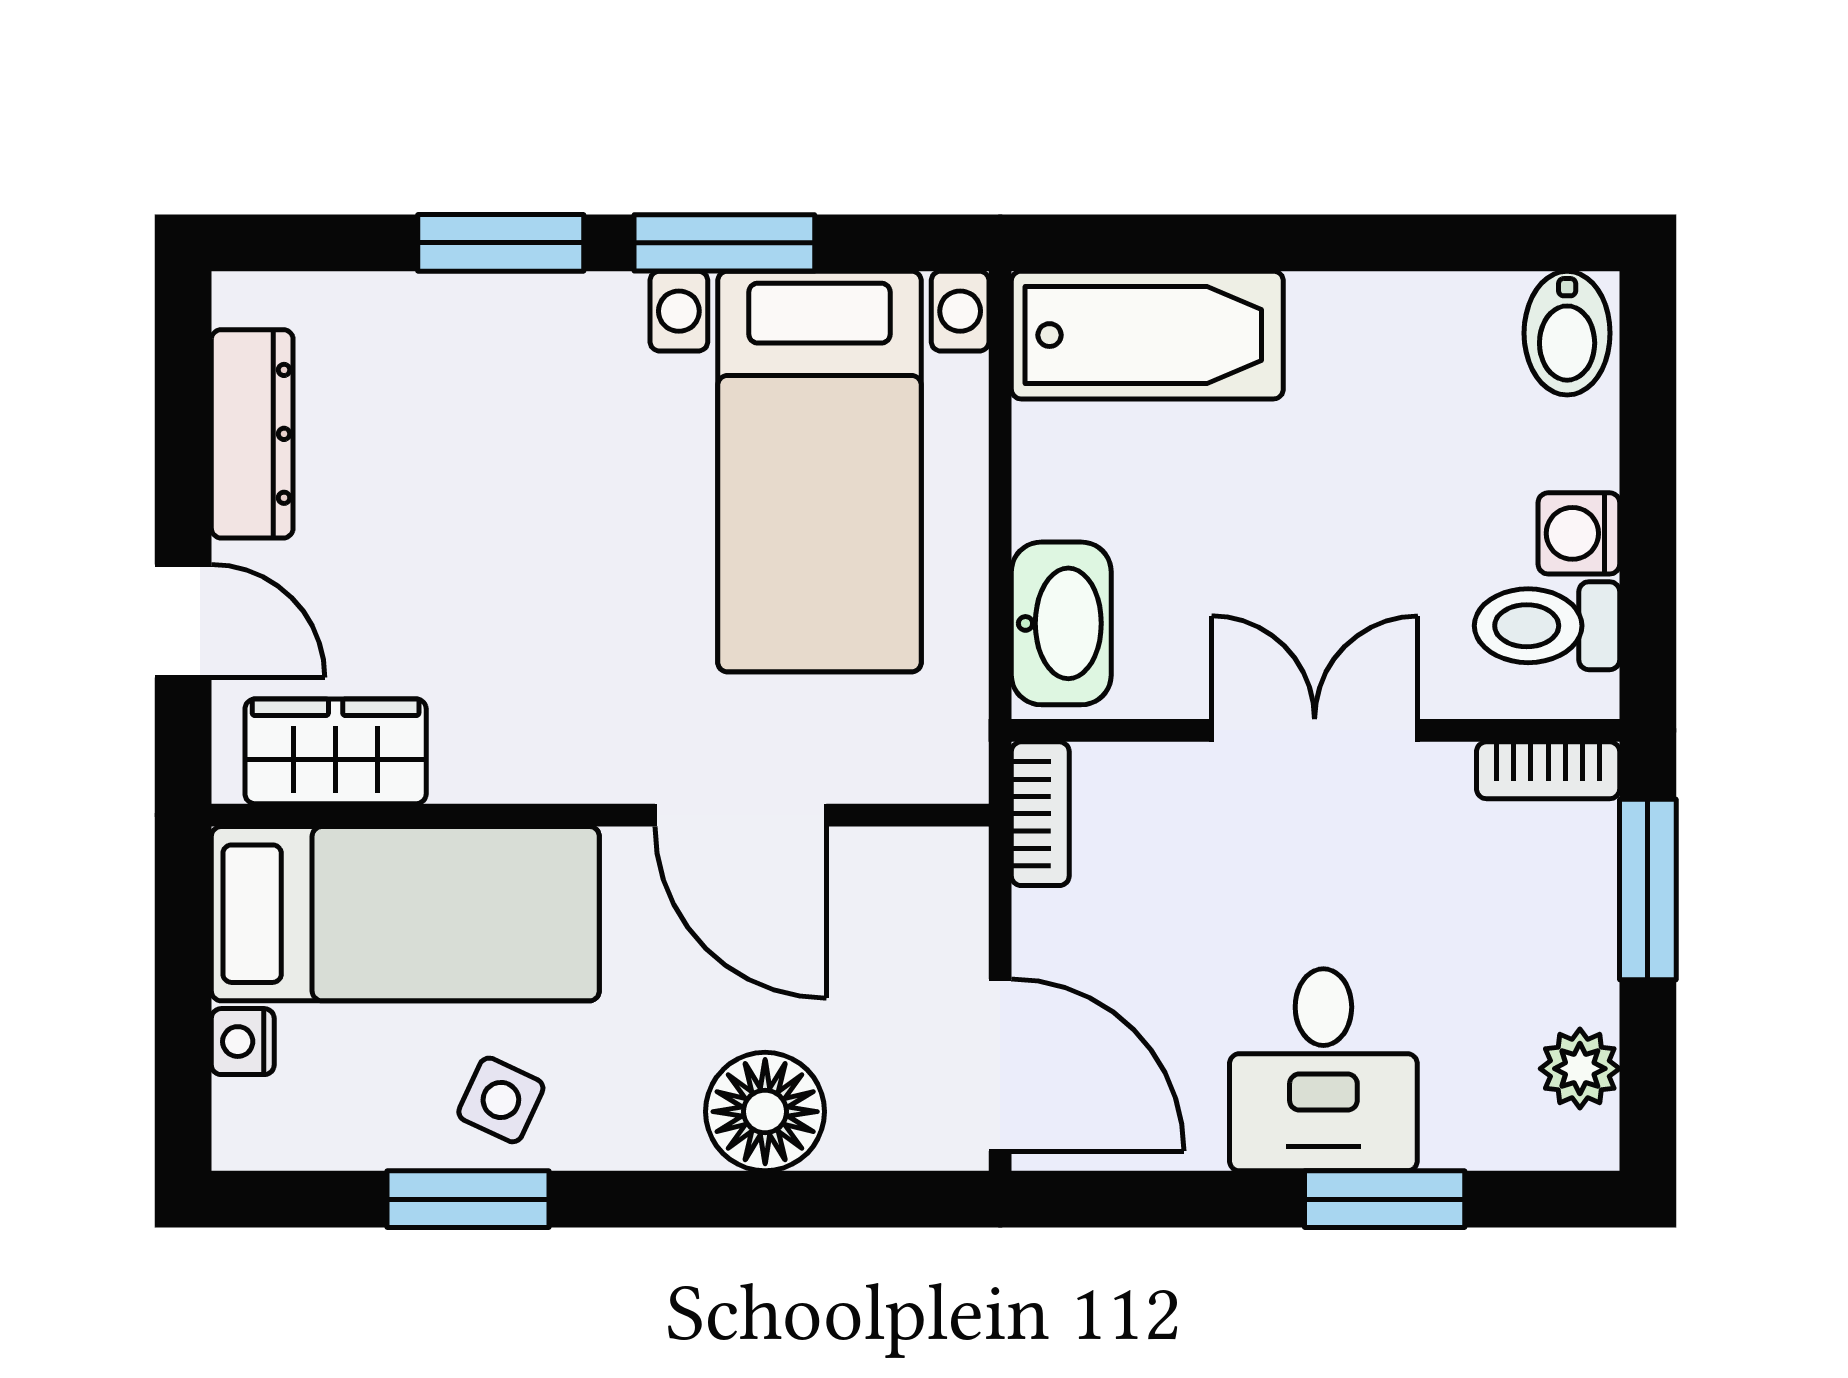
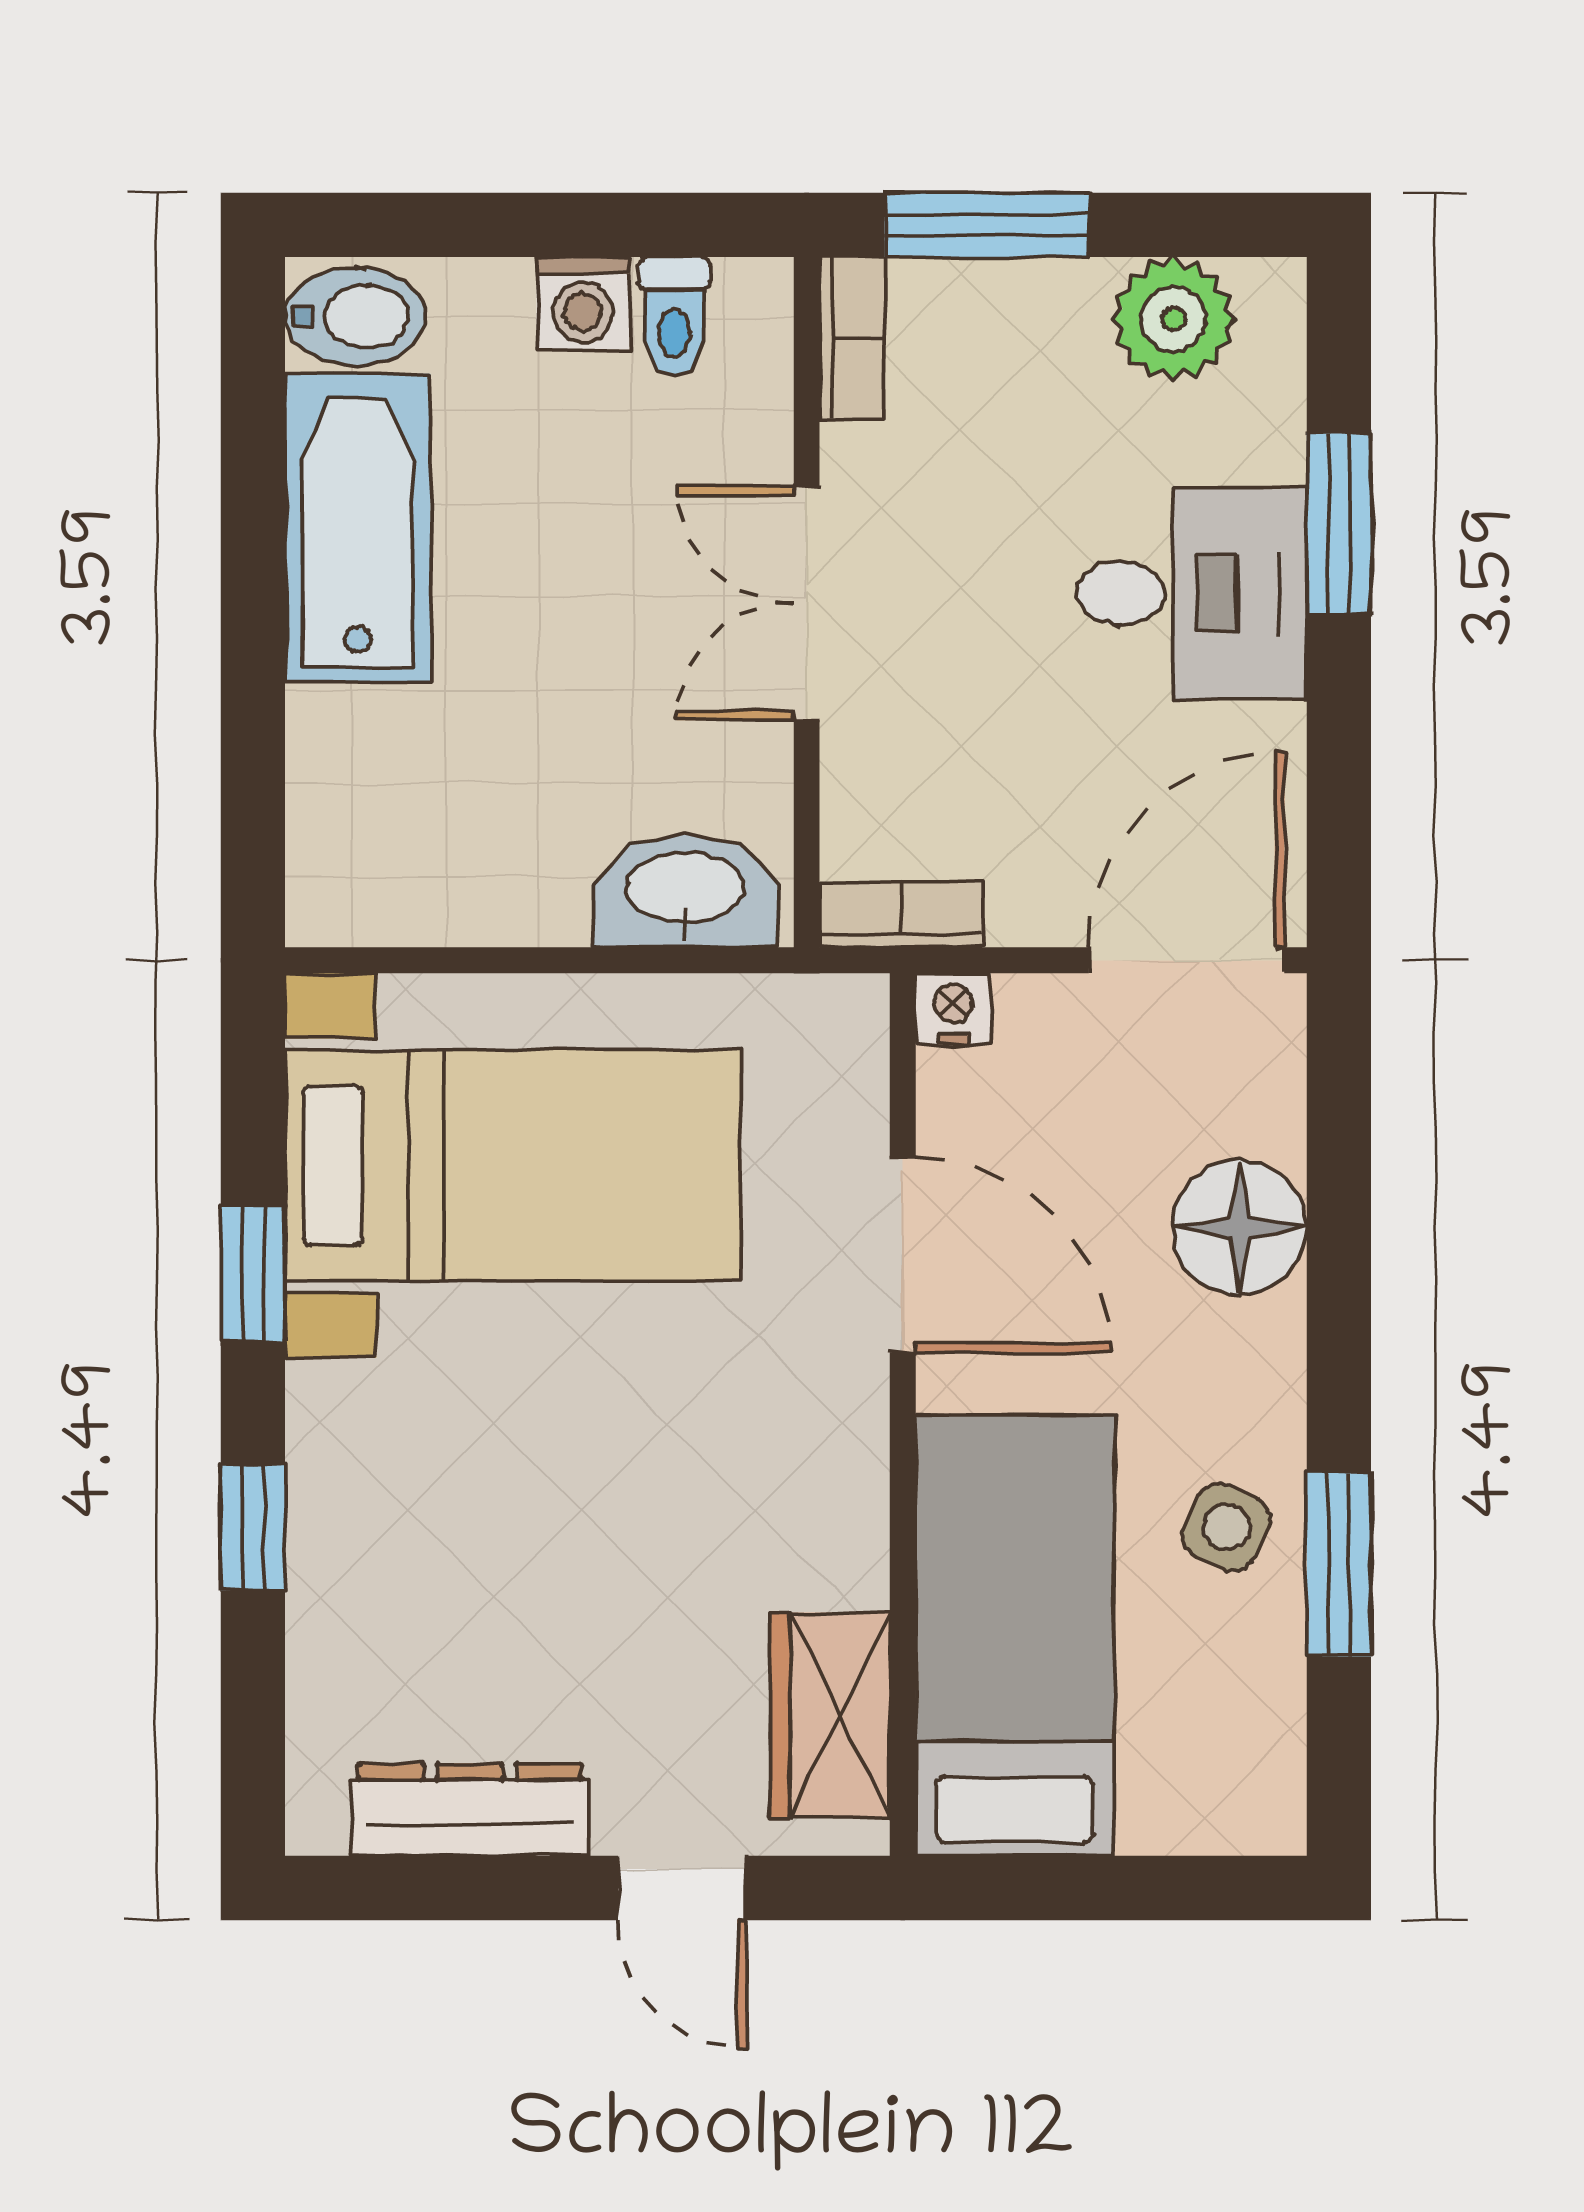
window: (501, 243) -> (253, 1527), width x0.67
window: (724, 243) -> (253, 1274), width x0.67
bathtub: (1147, 335) -> (358, 528), moved
door: (183, 621) -> (682, 1888), swing flipped
toilet: (1547, 626) -> (674, 316), width x0.73, depth x0.72
door: (741, 815) -> (903, 1255), hinge flipped
nightstand: (243, 1042) -> (953, 1009), moved, turned 180
plant: (1580, 1069) -> (1174, 319), width x1.38, depth x1.38

